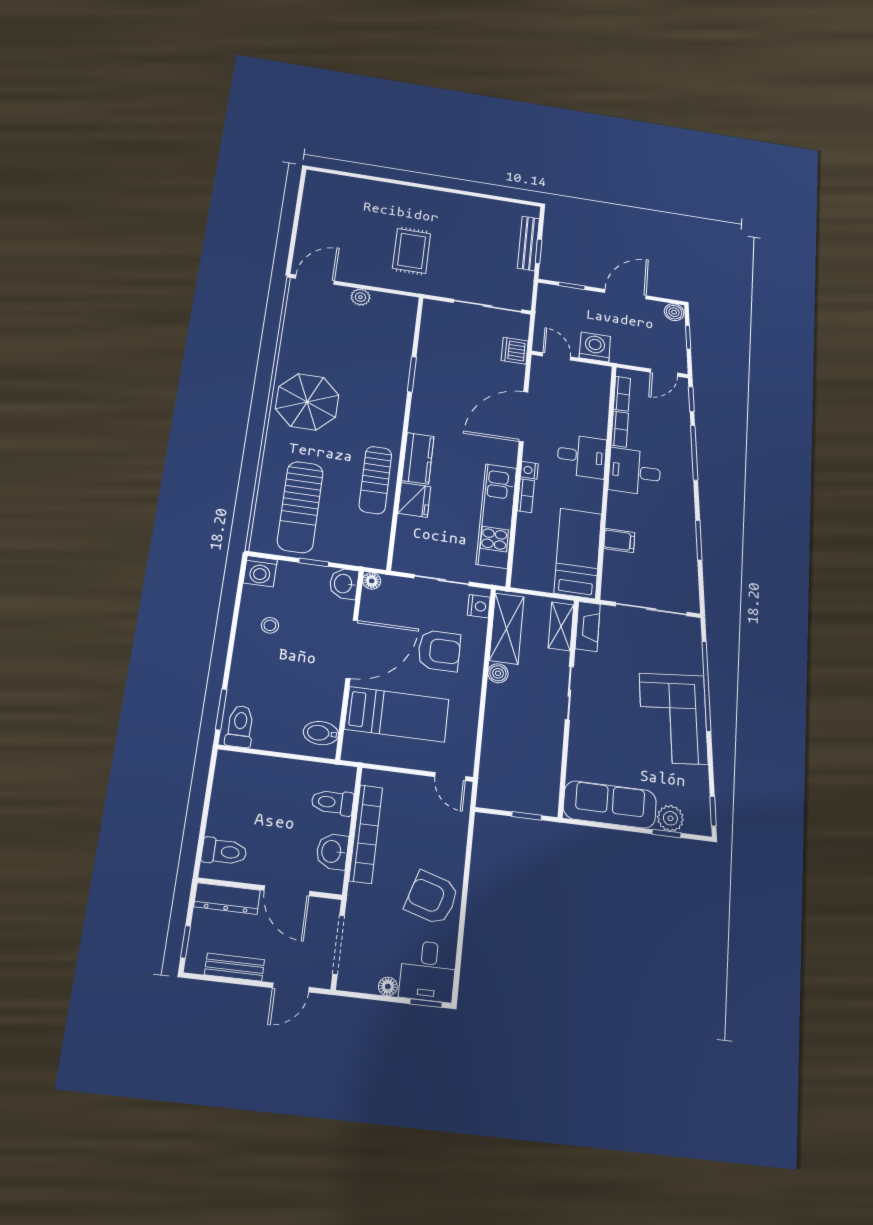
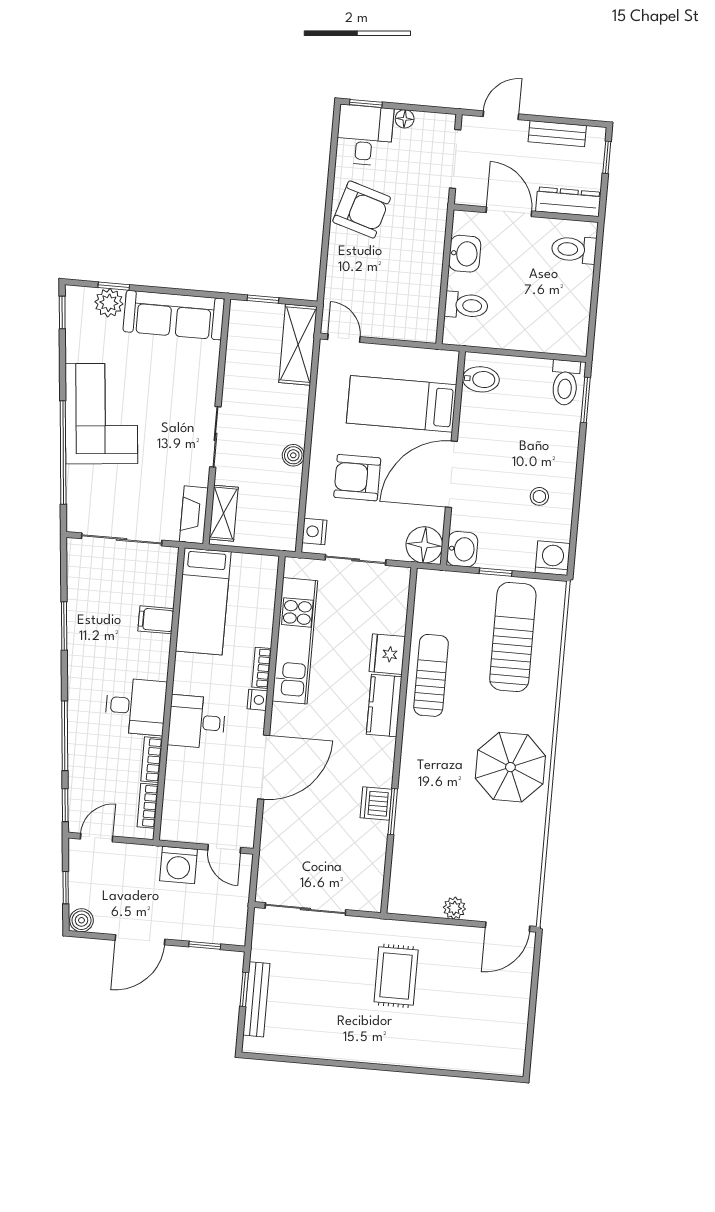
dishwasher: (515, 351) -> (376, 804), moved, turned 180
floor lamp: (372, 581) -> (424, 545), width x1.89, depth x1.89
shelving: (507, 629) -> (298, 345), moved
bookcase: (366, 834) -> (431, 273), removed

